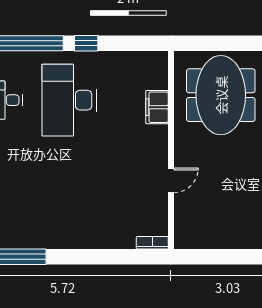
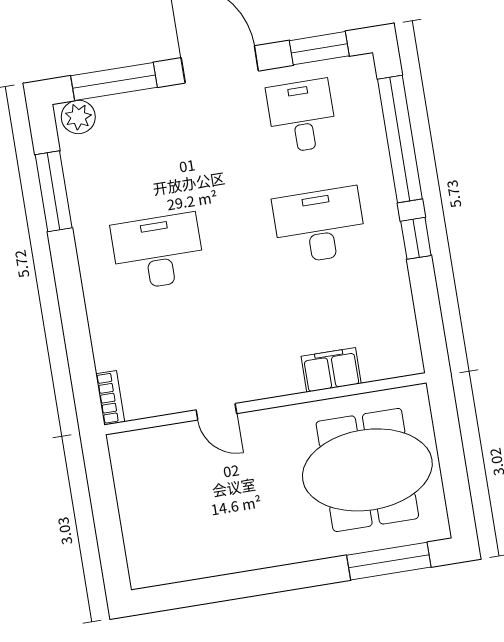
desk: (69, 100) -> (319, 226), width x0.73, depth x0.77
desk: (69, 200) -> (158, 252), added

